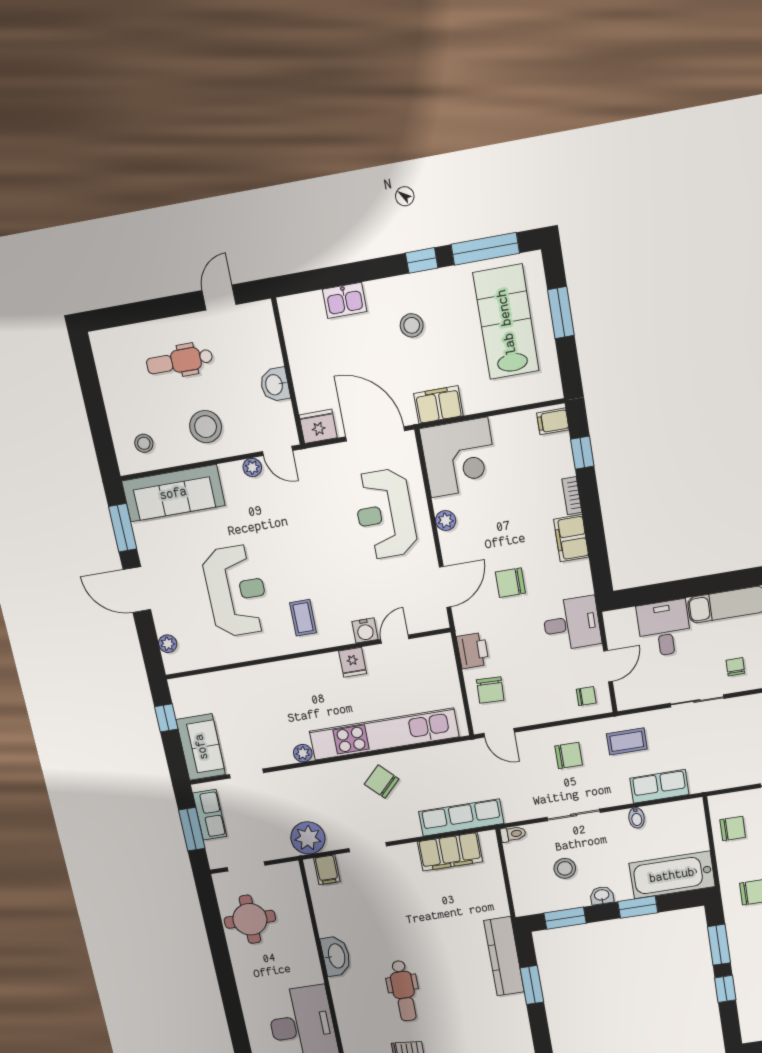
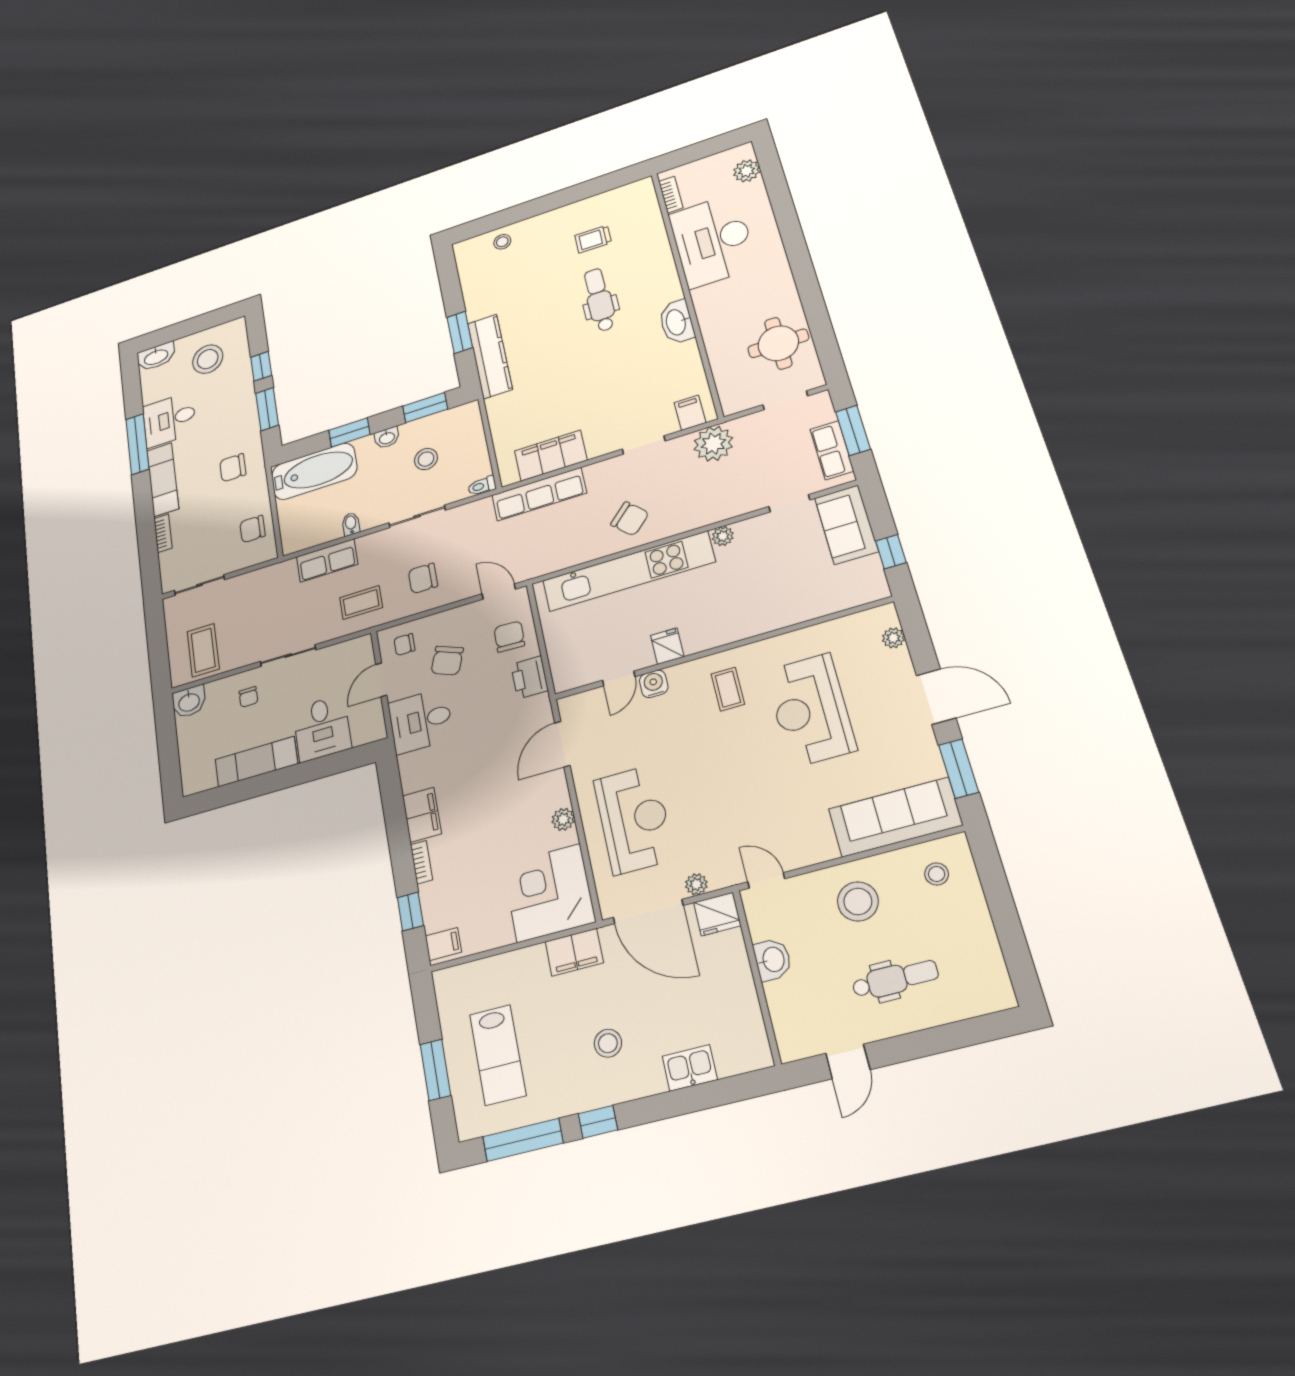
lab bench: (506, 322) -> (498, 1055), width x0.73, depth x0.72
plant: (252, 467) -> (696, 884), moved
chair: (510, 583) -> (447, 661), moved, turned 111

